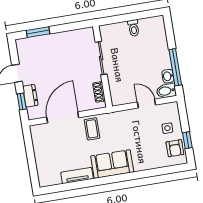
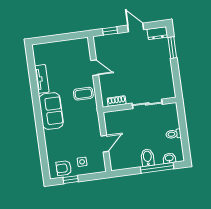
window: (175, 67) -> (157, 168), moved
washbasin: (168, 76) -> (169, 158), moved
bidet: (166, 91) -> (147, 157), moved
dresser: (30, 96) -> (157, 33), moved
door: (63, 117) -> (95, 68), width x0.53

